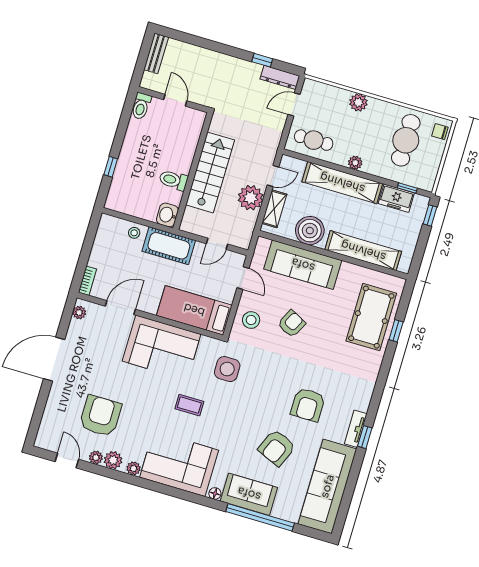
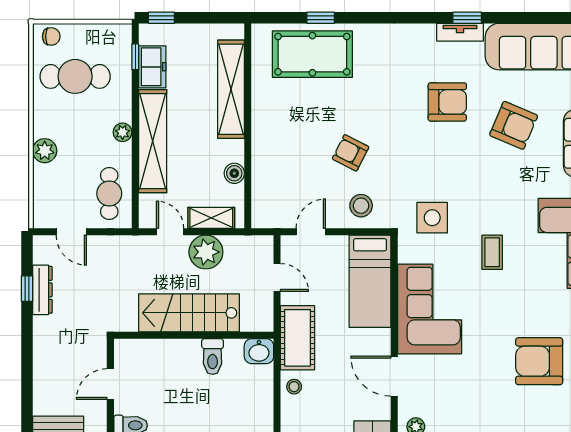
dresser: (280, 77) -> (42, 290), moved
chair: (440, 132) -> (51, 36), turned -90
boiler: (310, 231) -> (234, 173), width x0.54, depth x0.54
sofa: (303, 265) -> (271, 161), removed

